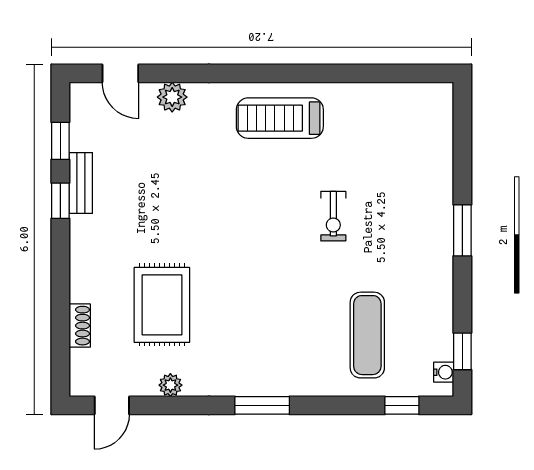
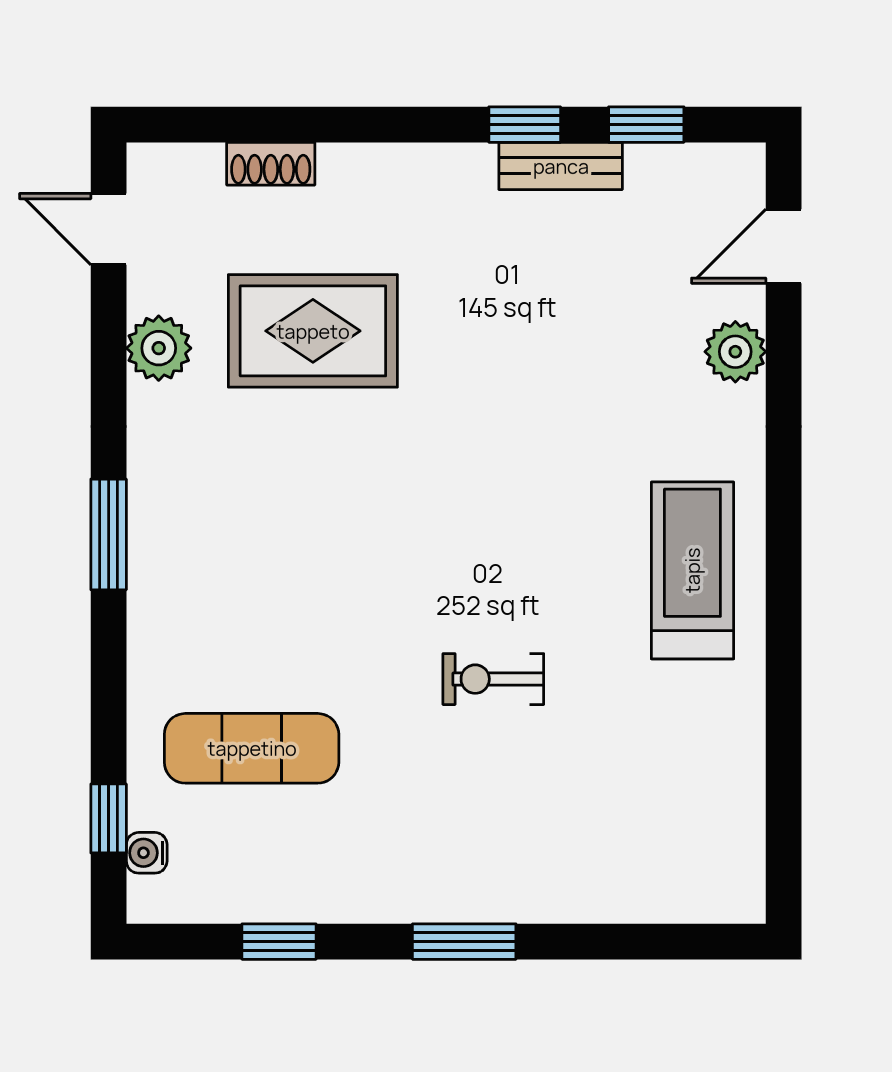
window: (462, 351) -> (279, 942), moved
water cooler: (444, 372) -> (147, 853), moved, turned 90
plant: (170, 385) -> (159, 348), width x1.38, depth x1.38

